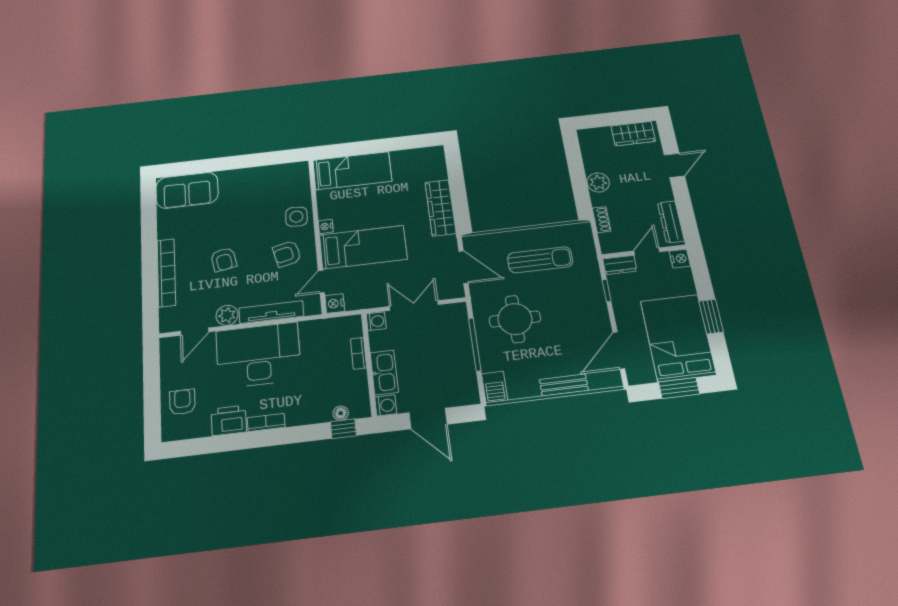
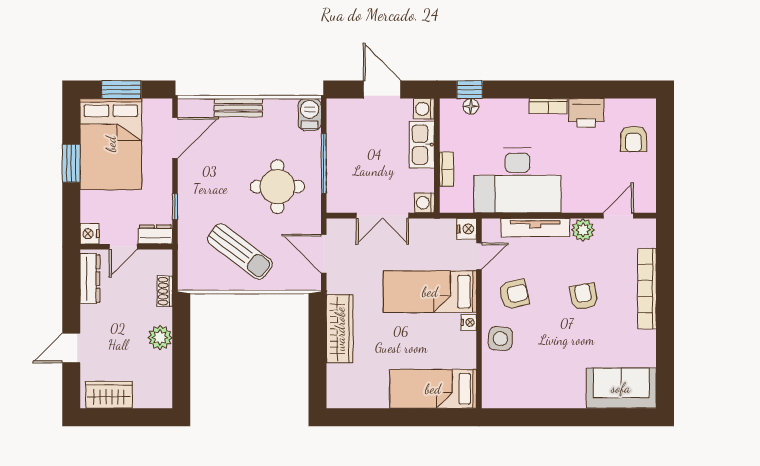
sun lounger: (540, 260) -> (240, 252), turned -143
desk: (258, 355) -> (517, 180), moved

